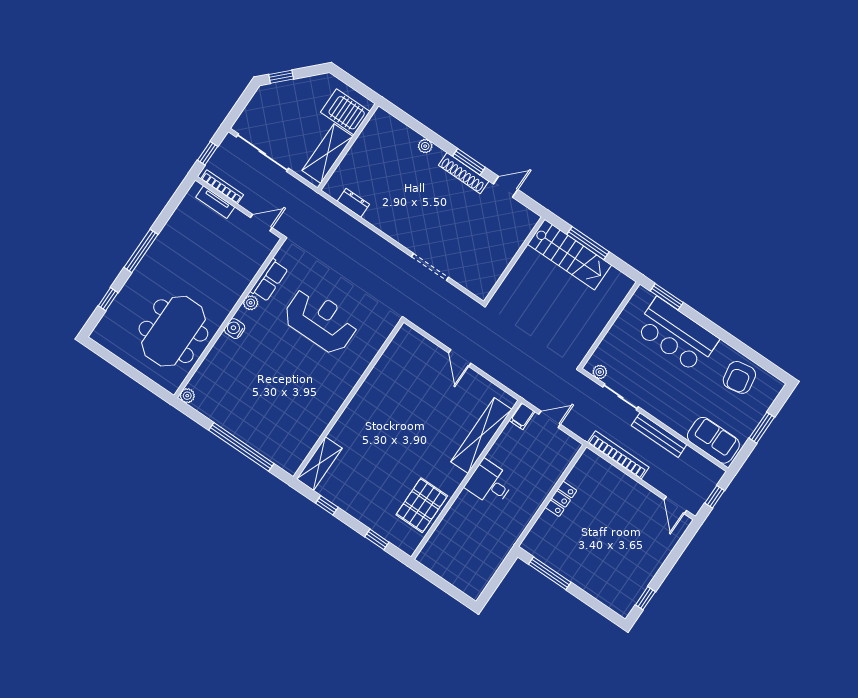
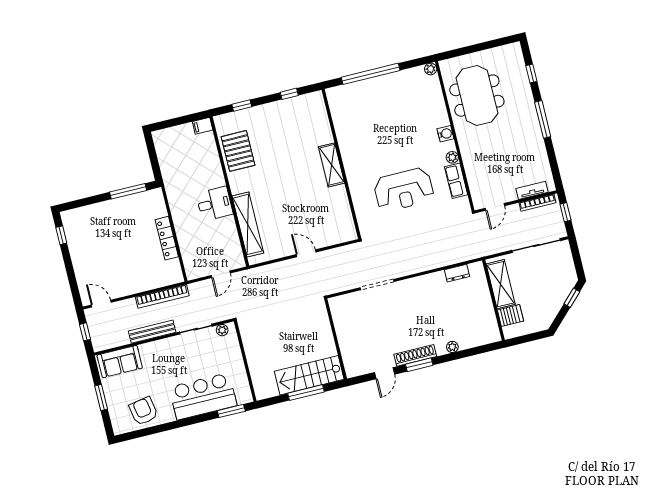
server rack: (345, 112) -> (510, 316), width x0.73, depth x0.70
filing cabinet: (522, 416) -> (203, 126), moved, turned -90
shelving: (319, 464) -> (331, 165), moved
locker: (561, 499) -> (167, 238), width x1.53

